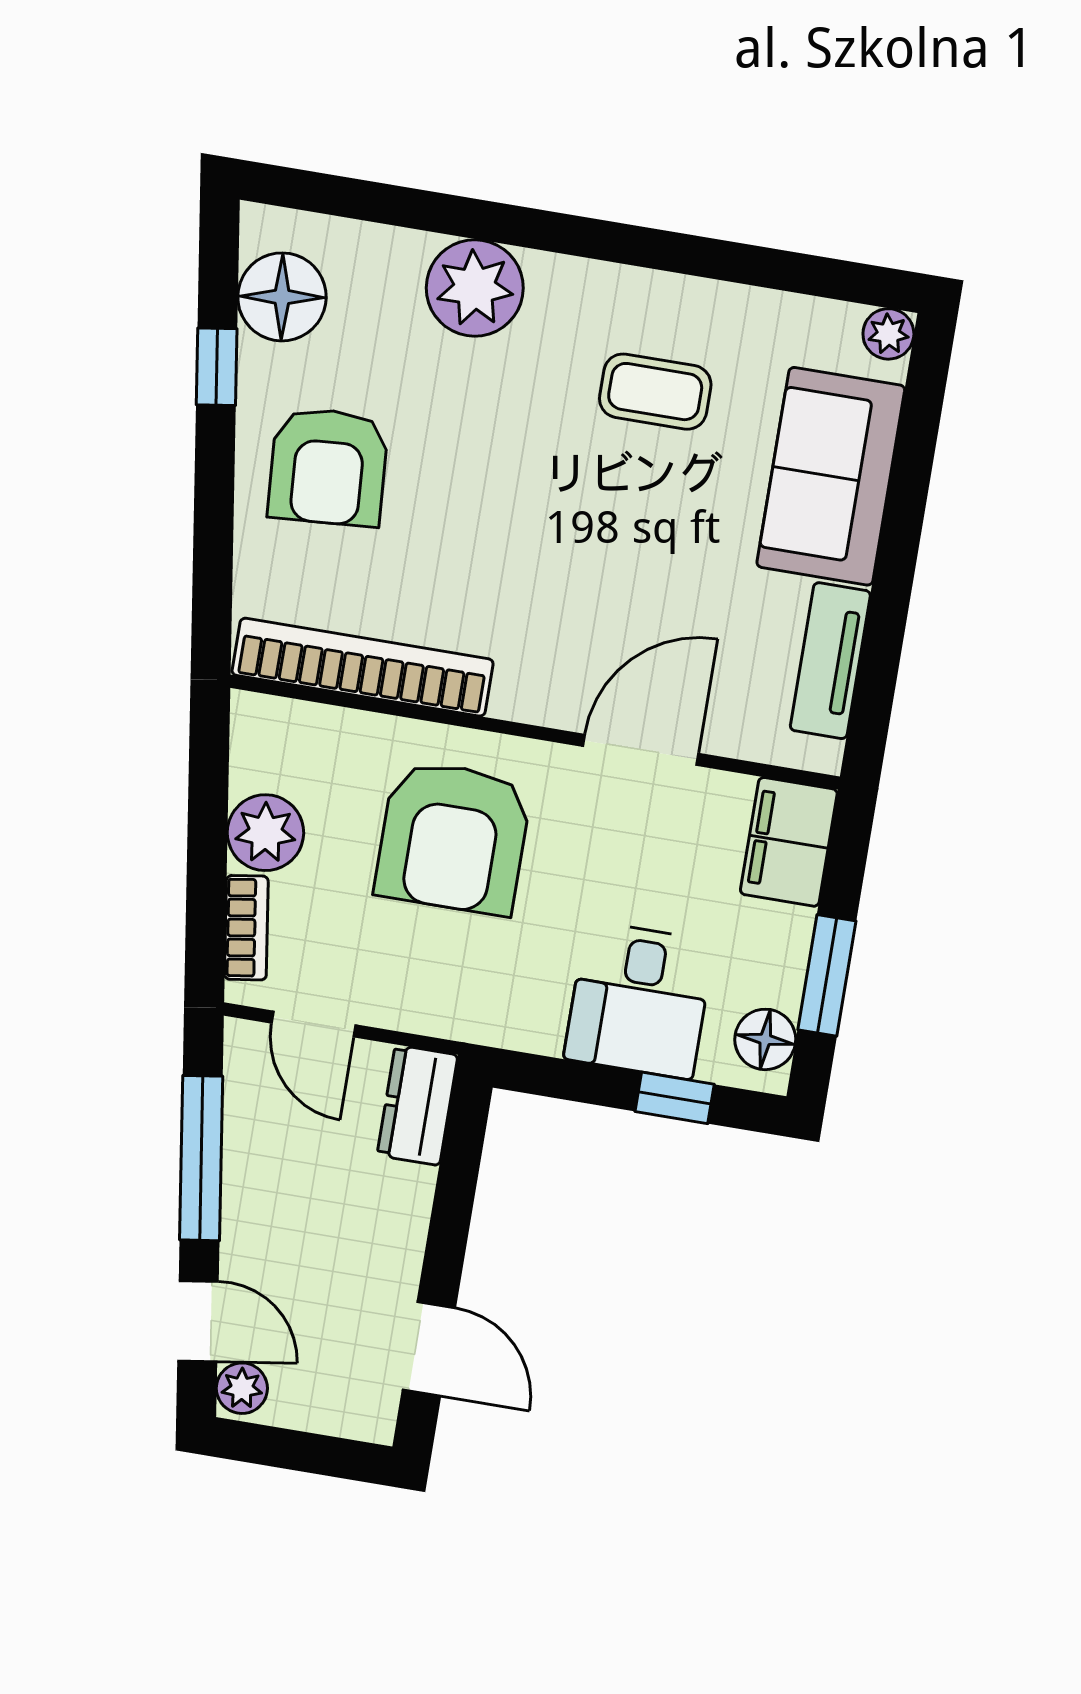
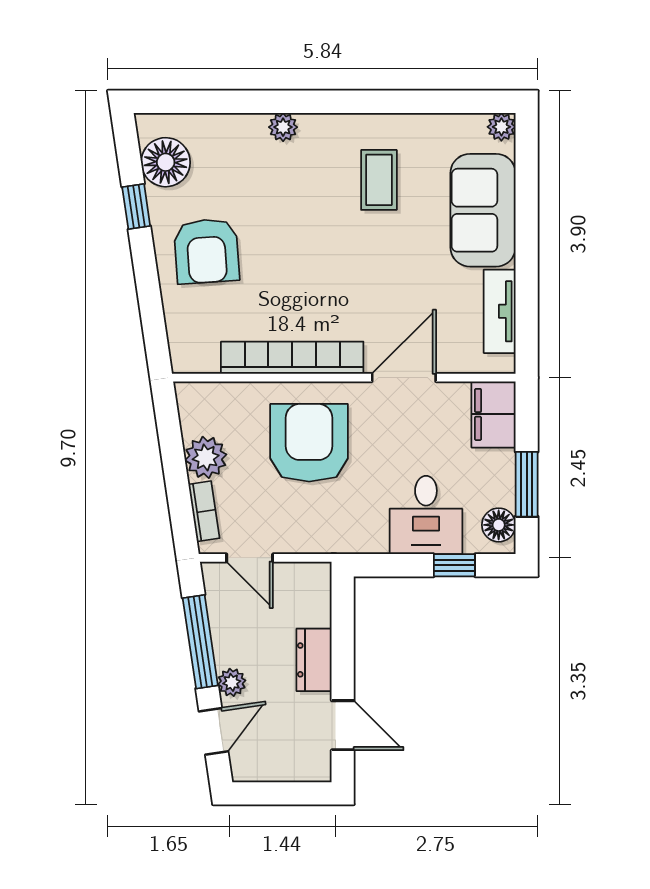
plant: (475, 288) -> (283, 127), width x0.53, depth x0.53
coffee table: (655, 392) -> (379, 180), turned 90
bookcase: (363, 667) -> (292, 358), moved
armchair: (453, 837) -> (309, 443), turned 180
dresser: (417, 1105) -> (314, 660), moved
door: (198, 1321) -> (214, 731), hinge flipped
plant: (242, 1388) -> (232, 682), moved

